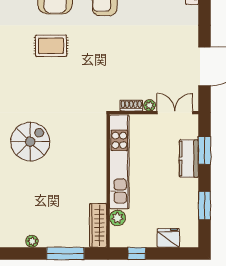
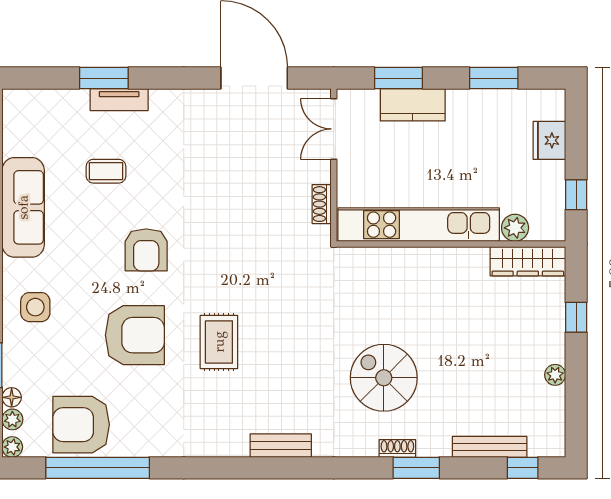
plant: (150, 105) -> (321, 173), removed
window: (65, 253) -> (576, 317), width x0.46

